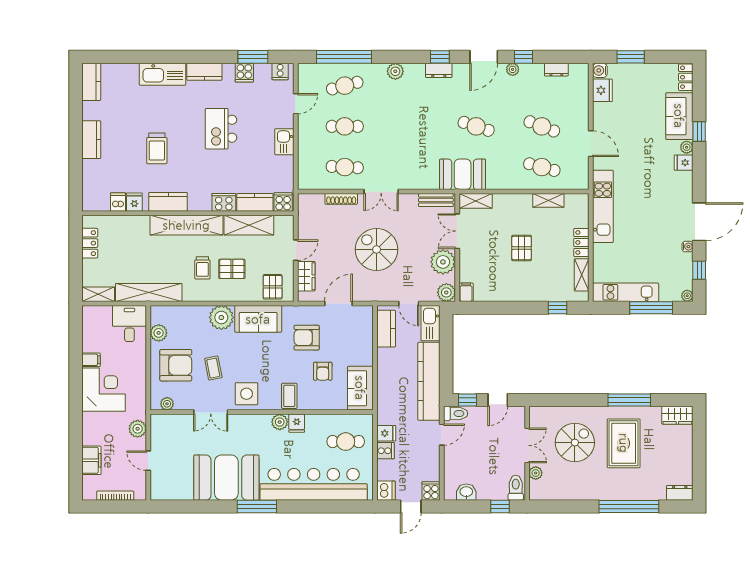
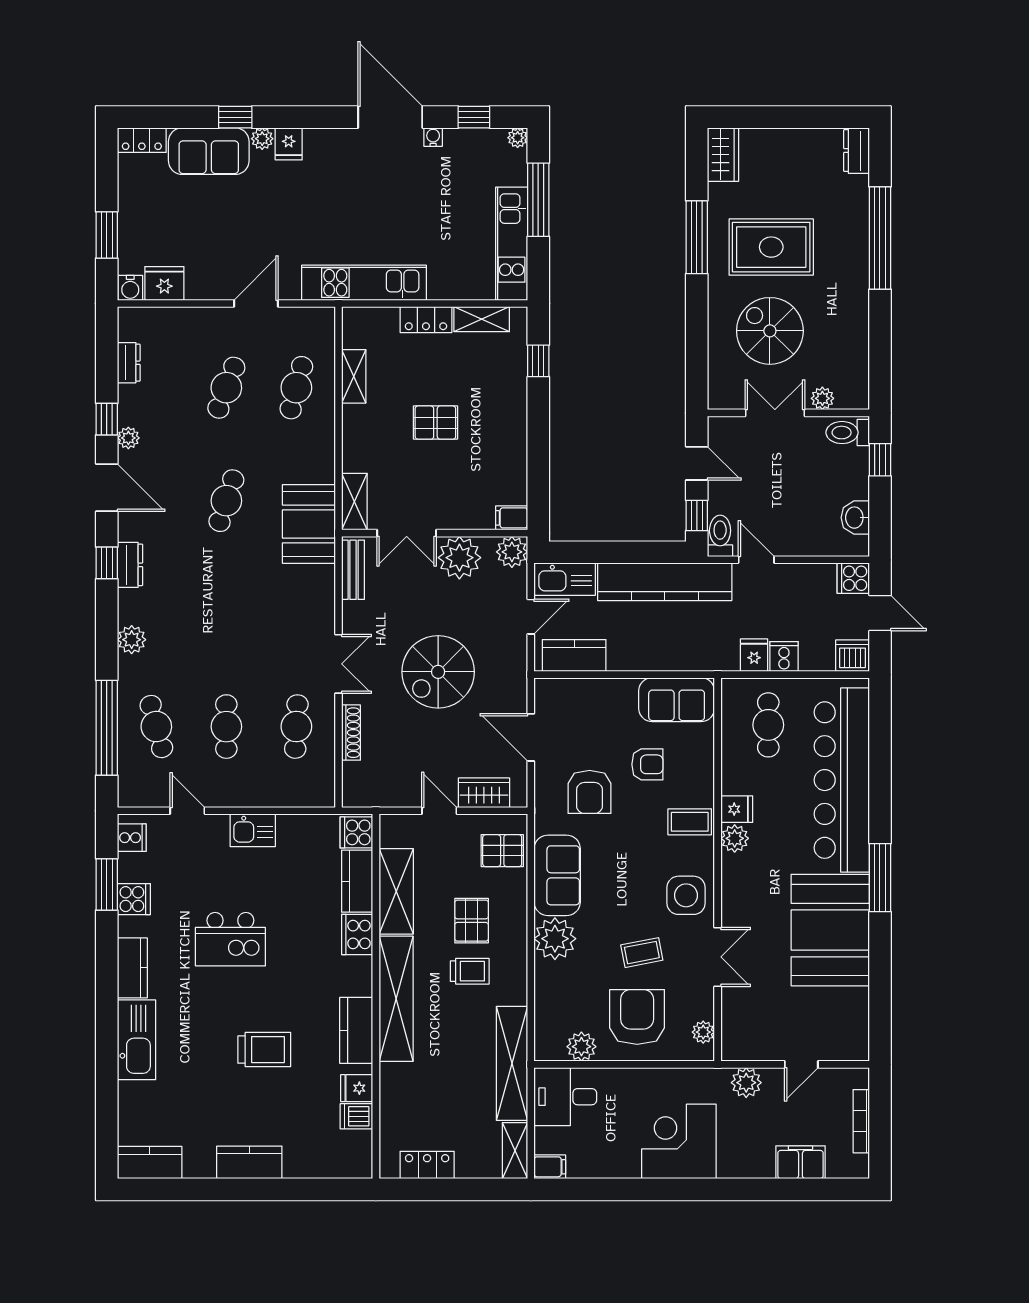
filing cabinet: (91, 360) -> (550, 1167), moved, turned 90

